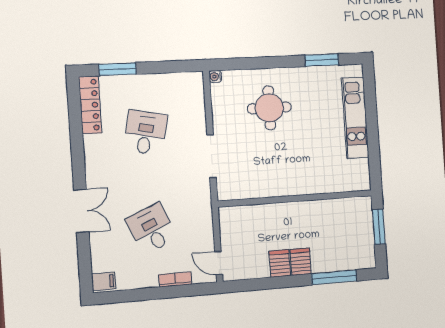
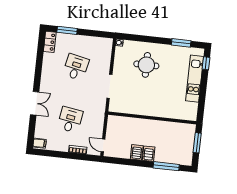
window: (369, 88) -> (206, 63), added
locker: (90, 105) -> (50, 42), width x0.66
desk: (152, 229) -> (70, 120), turned 33

